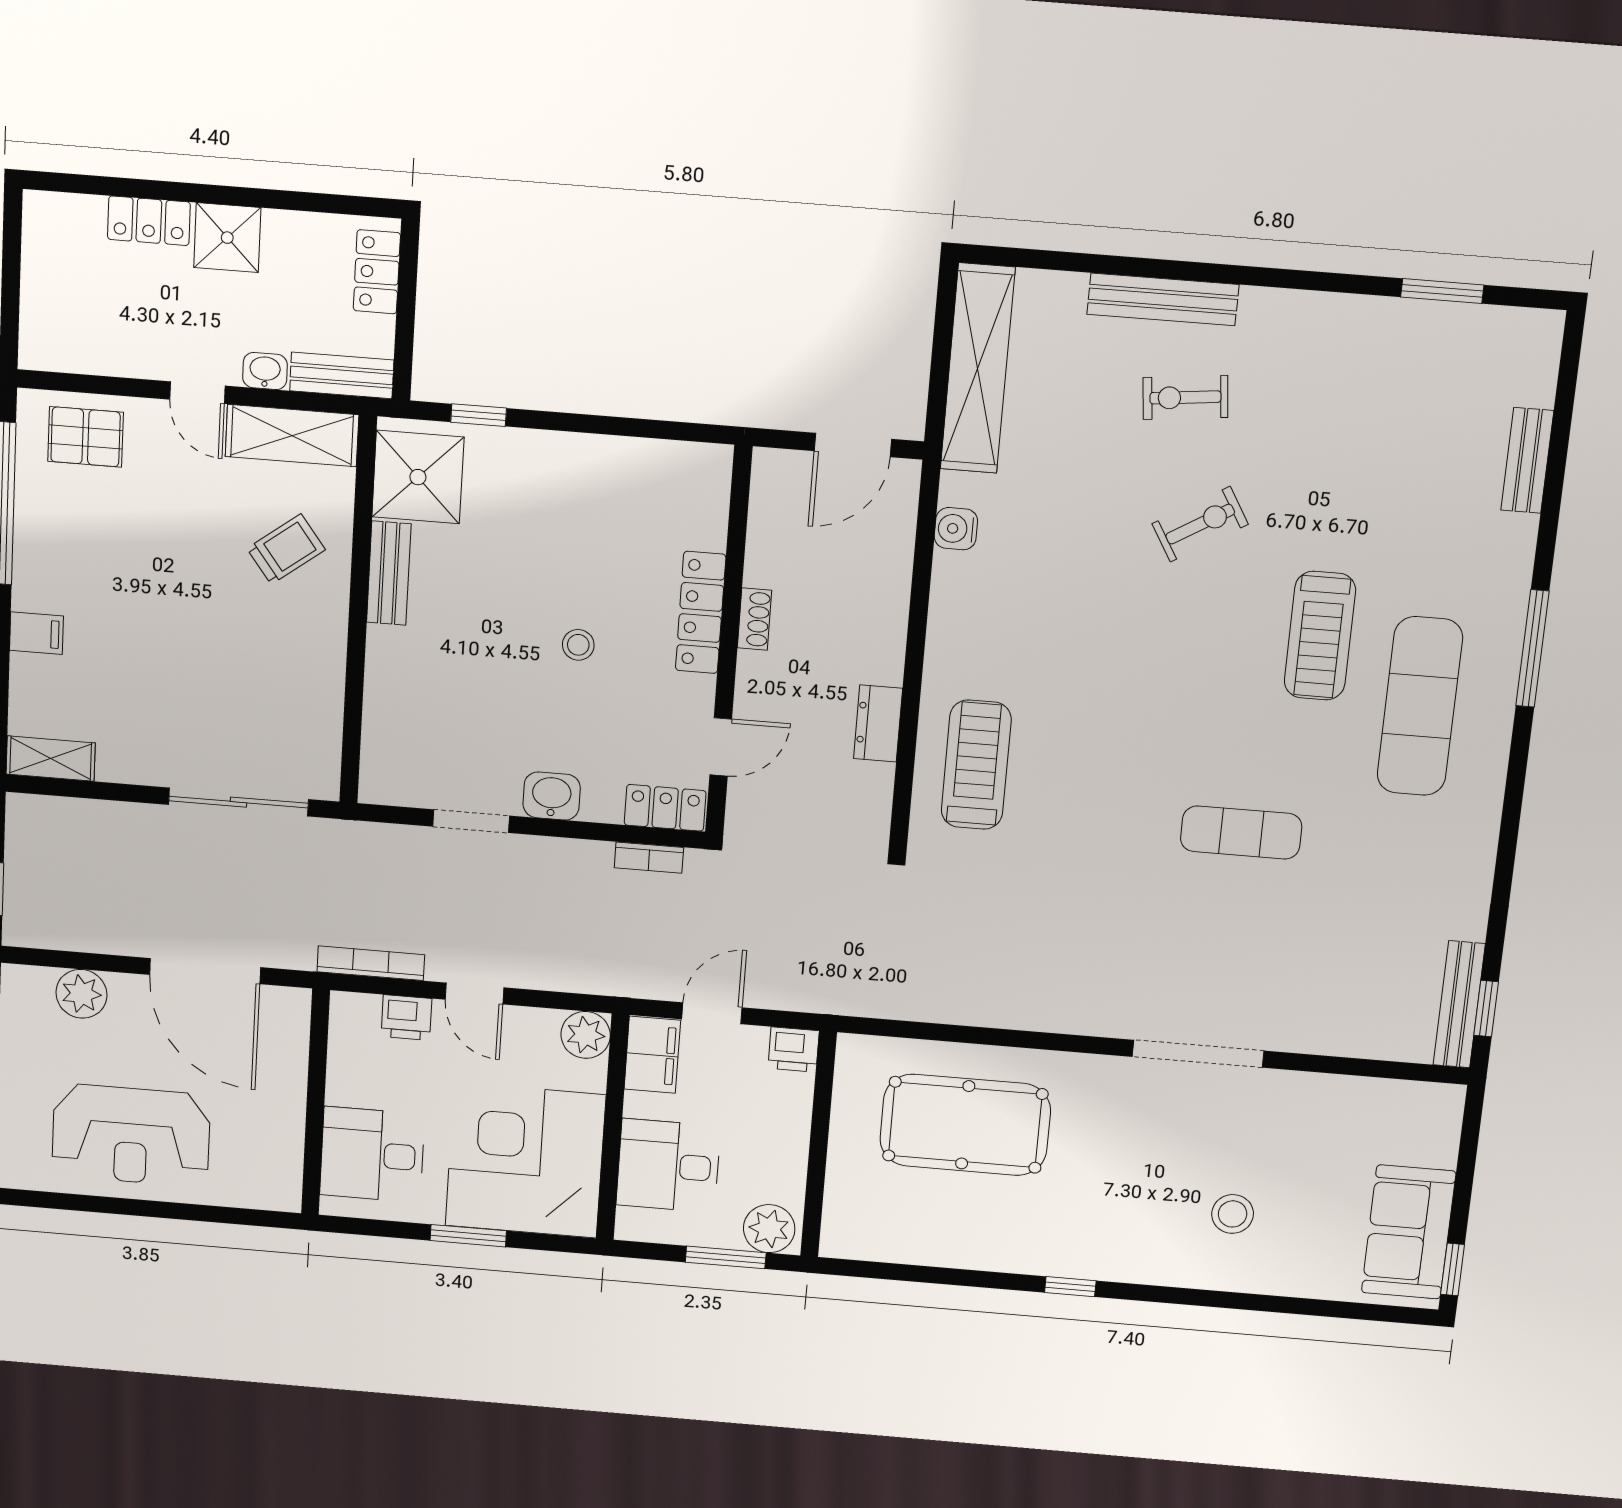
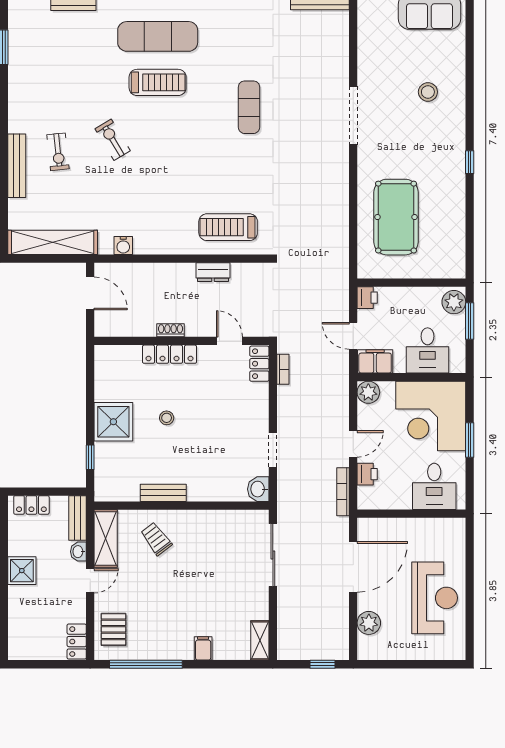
locker: (149, 221) -> (77, 642), moved, turned 180
shower: (418, 477) -> (113, 422), moved
stool: (578, 645) -> (167, 418), moved
exercise mat: (1420, 706) -> (158, 36), moved
washbasin: (552, 796) -> (258, 489), moved

